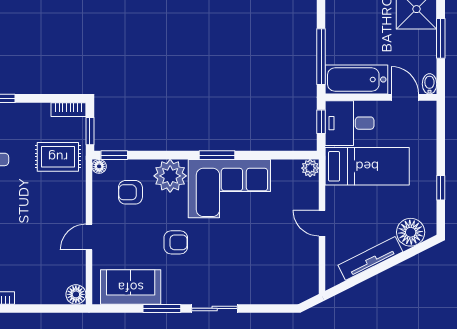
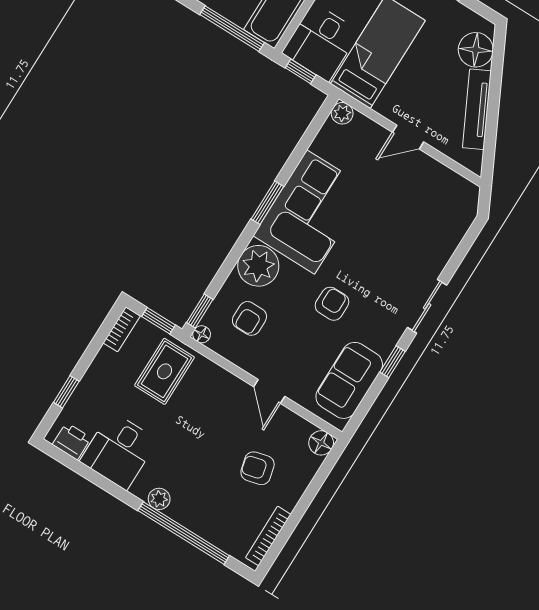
armchair: (31, 262) -> (258, 468), added
window: (162, 308) -> (392, 362), width x0.67

